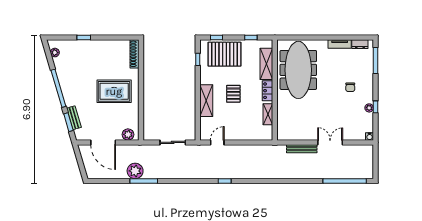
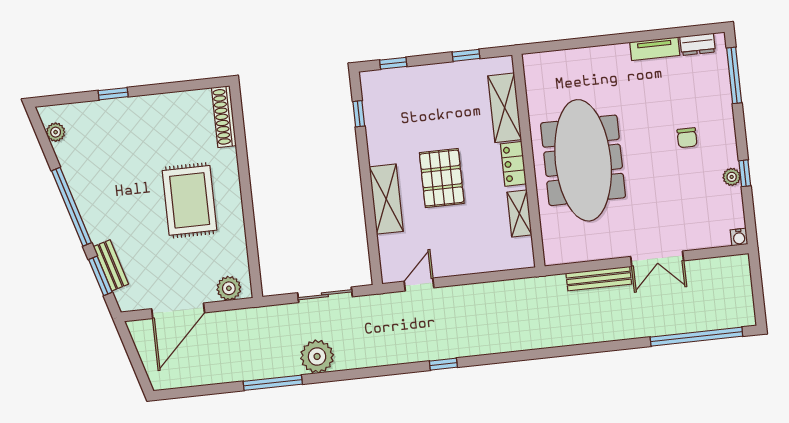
pallet: (224, 54) -> (414, 97), removed
meeting table: (298, 70) -> (583, 160), moved
rug: (114, 91) -> (190, 200), turned 90
pallet: (233, 94) -> (442, 178), width x1.50, depth x1.42
door: (103, 142) -> (178, 311), hinge flipped
double door: (330, 142) -> (657, 259), swing flipped
plant: (135, 171) -> (317, 356), moved

